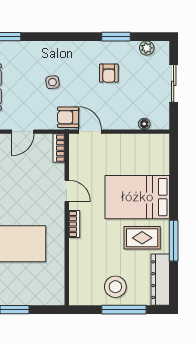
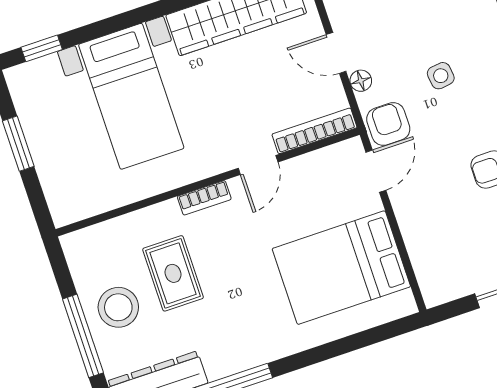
floor lamp: (144, 124) -> (361, 81), moved
bookcase: (59, 148) -> (314, 131), width x1.56
bed: (137, 197) -> (341, 268), moved, turned -90
rug: (142, 238) -> (173, 273), moved

